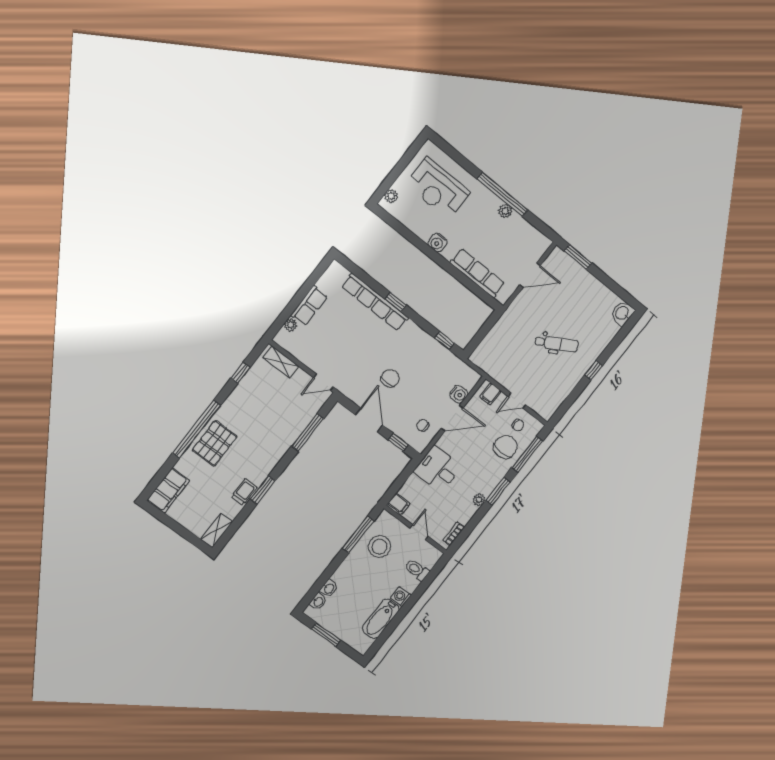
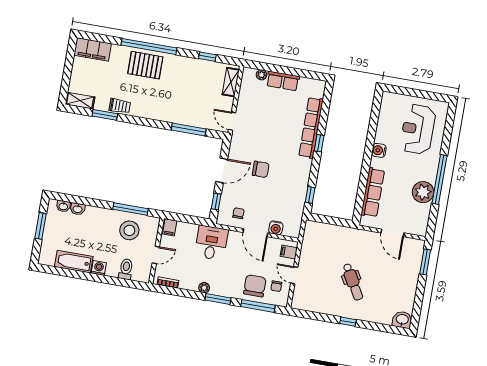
plant: (391, 196) -> (394, 98), removed
plant: (505, 211) -> (423, 192), width x1.88, depth x1.88
chair: (505, 447) -> (255, 286), turned -90
window: (263, 490) -> (105, 115), moved

